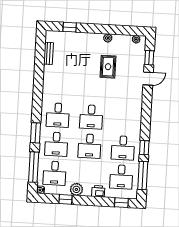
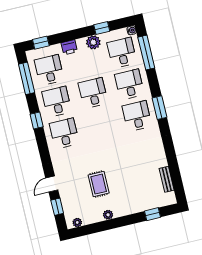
desk: (91, 117) -> (64, 133), moved
window: (36, 133) -> (159, 108), moved
window: (144, 148) -> (37, 121), moved

